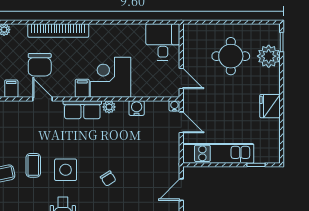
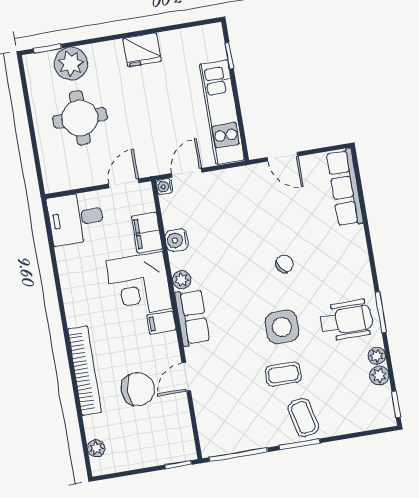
filing cabinet: (11, 89) -> (147, 233), moved, width x2.00

